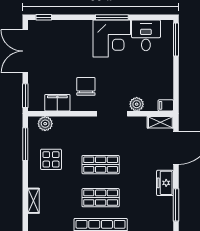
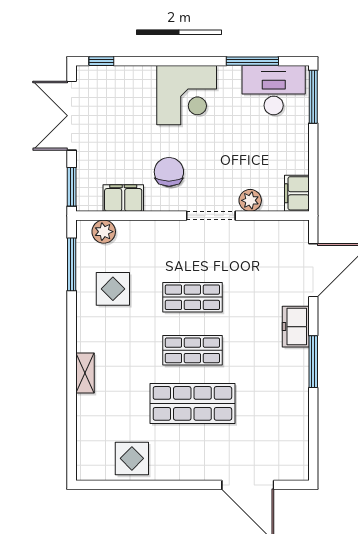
window: (112, 17) -> (252, 61), moved
desk: (146, 35) -> (274, 90), width x1.37
corner desk: (112, 38) -> (187, 95), moved
filing cabinet: (166, 105) -> (297, 193), width x2.00
shelving: (160, 122) -> (288, 229), removed
shelving: (34, 201) -> (85, 373), moved

